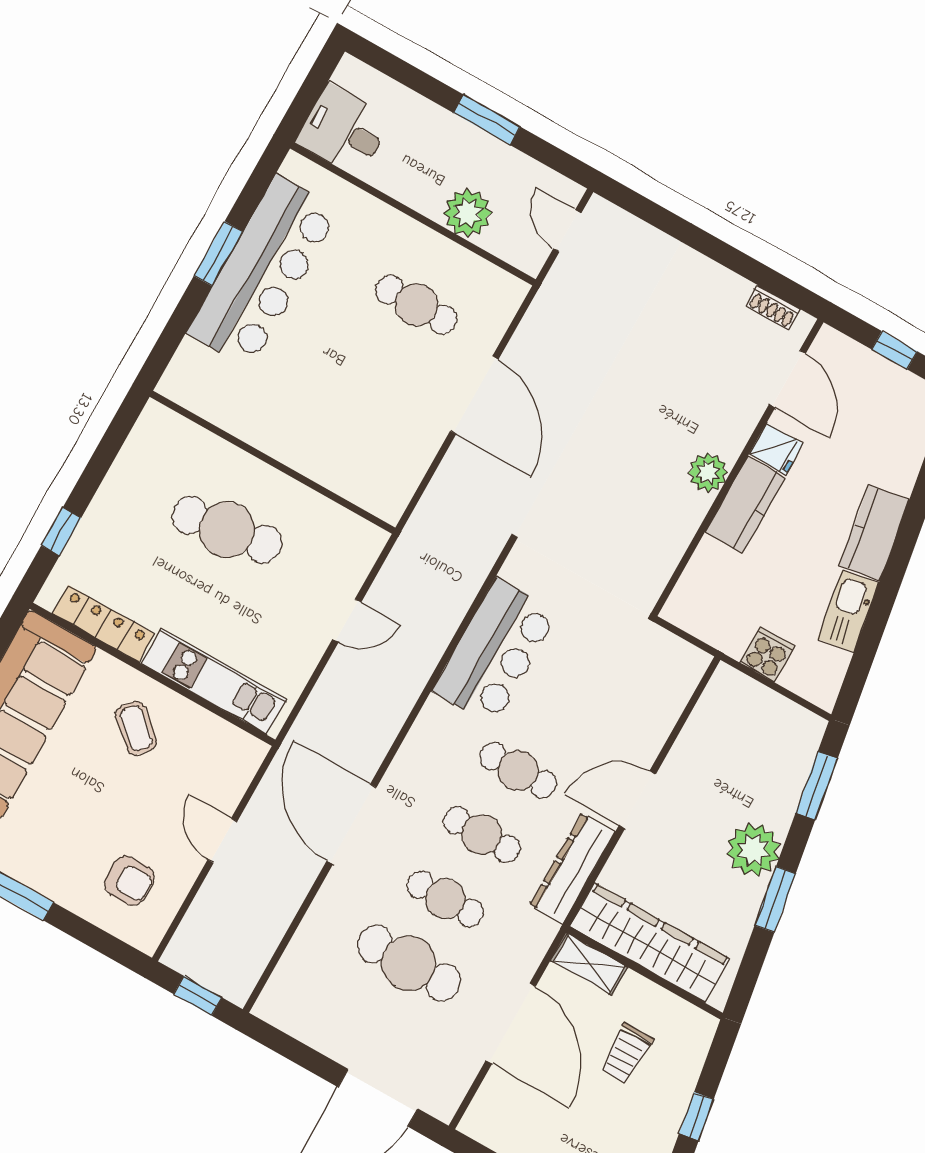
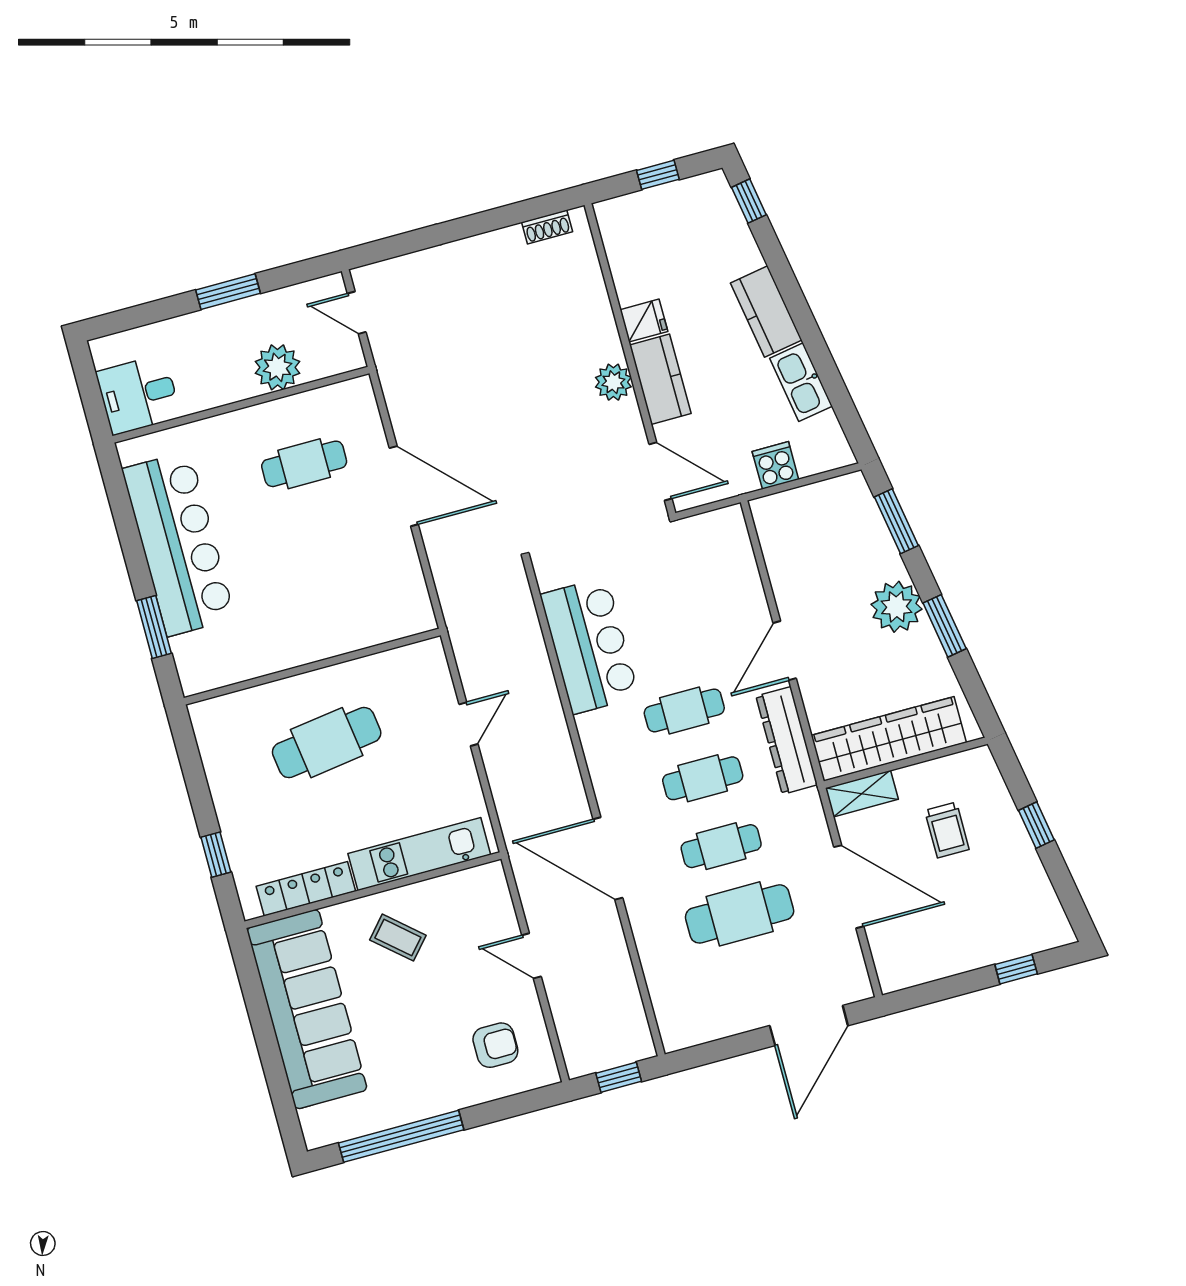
window: (218, 254) -> (154, 627), moved
door: (787, 379) -> (660, 471), moved

